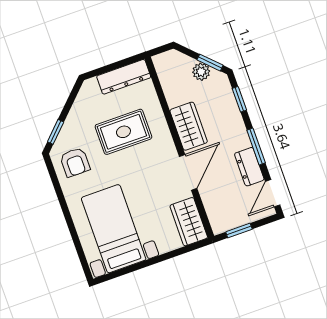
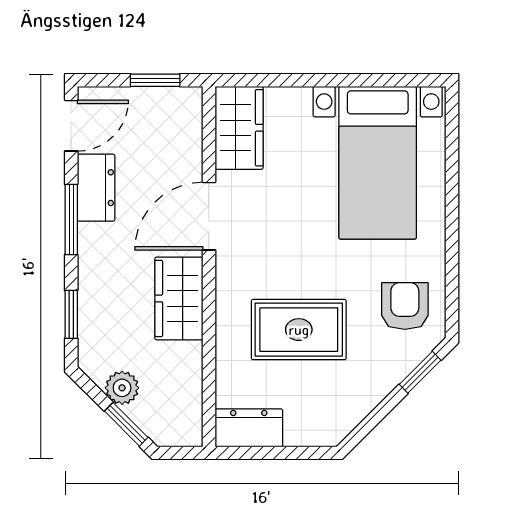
window: (210, 63) -> (126, 424), moved
dresser: (124, 77) -> (249, 428), width x0.70

